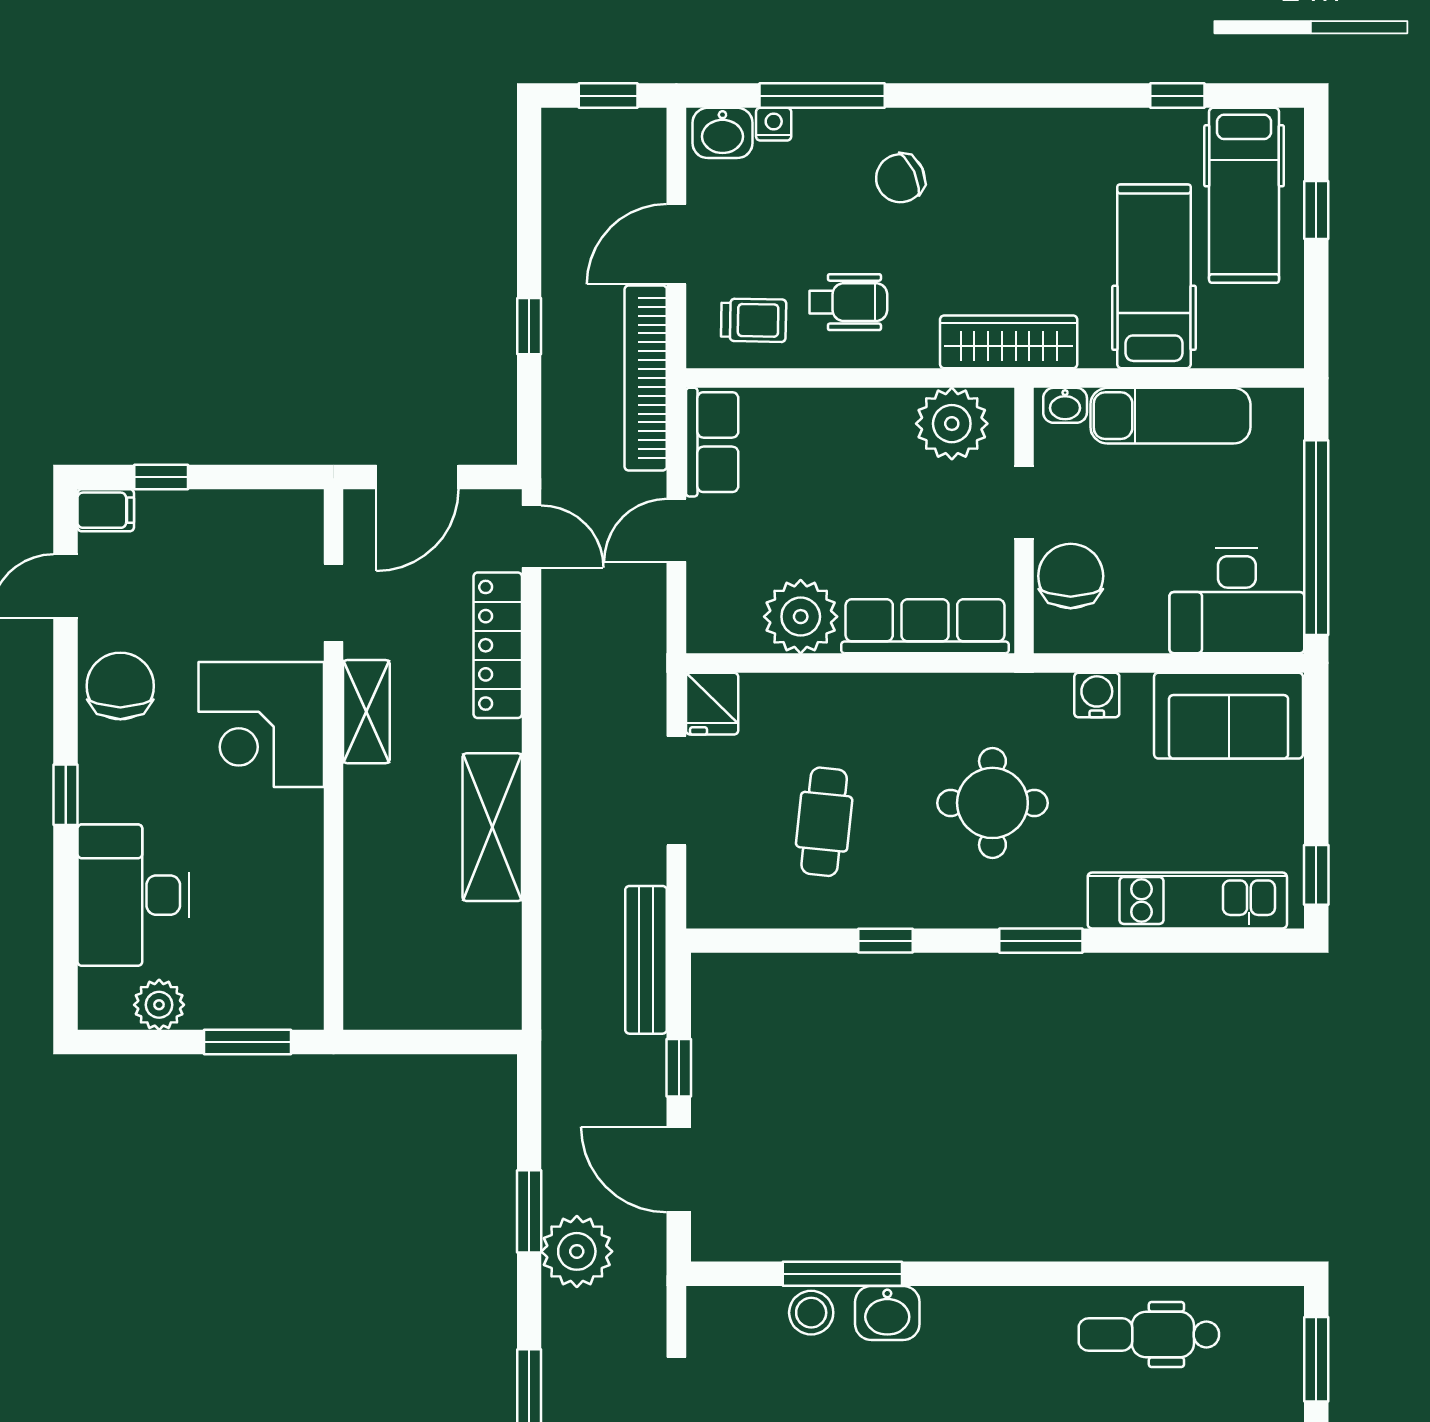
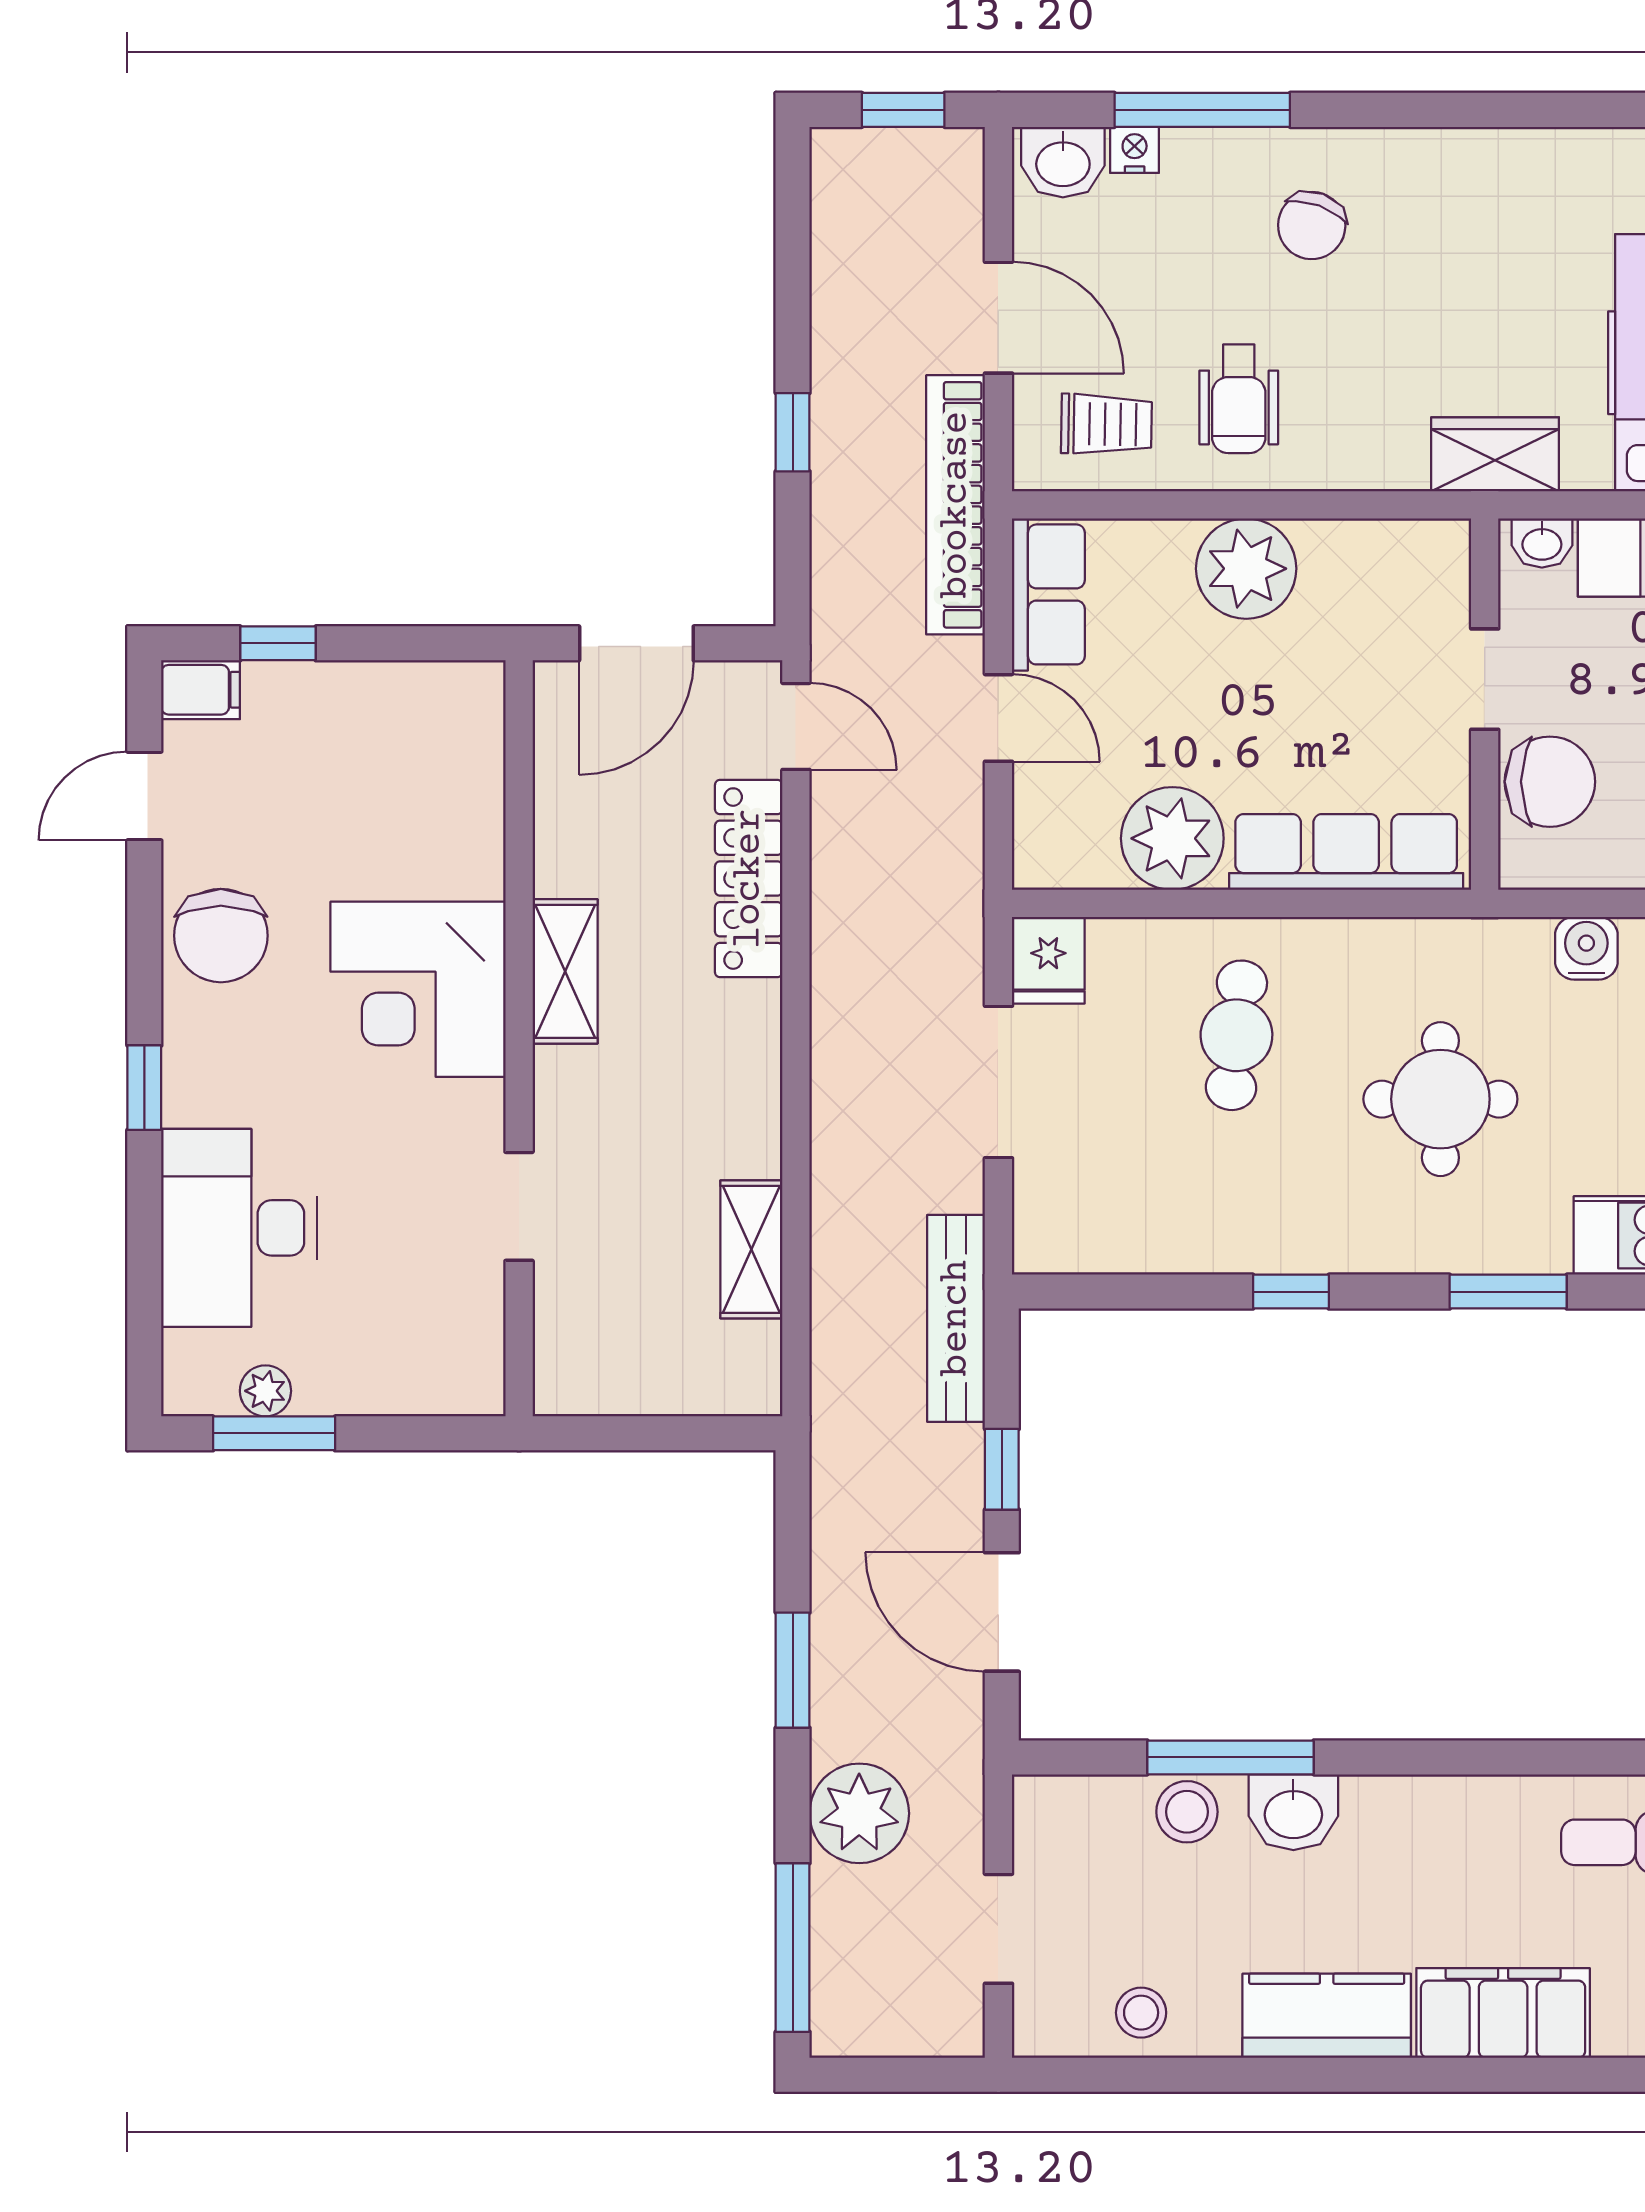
chair: (900, 178) -> (1312, 226), turned -45
door: (676, 244) -> (998, 318), swing flipped
wheelchair: (848, 302) -> (1239, 399), turned 90
wardrobe: (1009, 342) -> (1495, 454), width x0.67
plant: (952, 424) -> (1246, 569), moved
door: (676, 530) -> (998, 718), swing flipped
chair: (1071, 576) -> (1550, 782), turned 90
doorway: (334, 603) -> (519, 1206), moved
chair: (120, 686) -> (221, 936), turned 180
cafe table: (824, 822) -> (1236, 1035), moved
shelving: (492, 827) -> (751, 1249), moved, width x0.67, depth x0.75
plant: (159, 1005) -> (265, 1391), width x0.73, depth x0.73
window: (248, 1042) -> (274, 1433), moved
plant: (577, 1251) -> (859, 1813), moved

